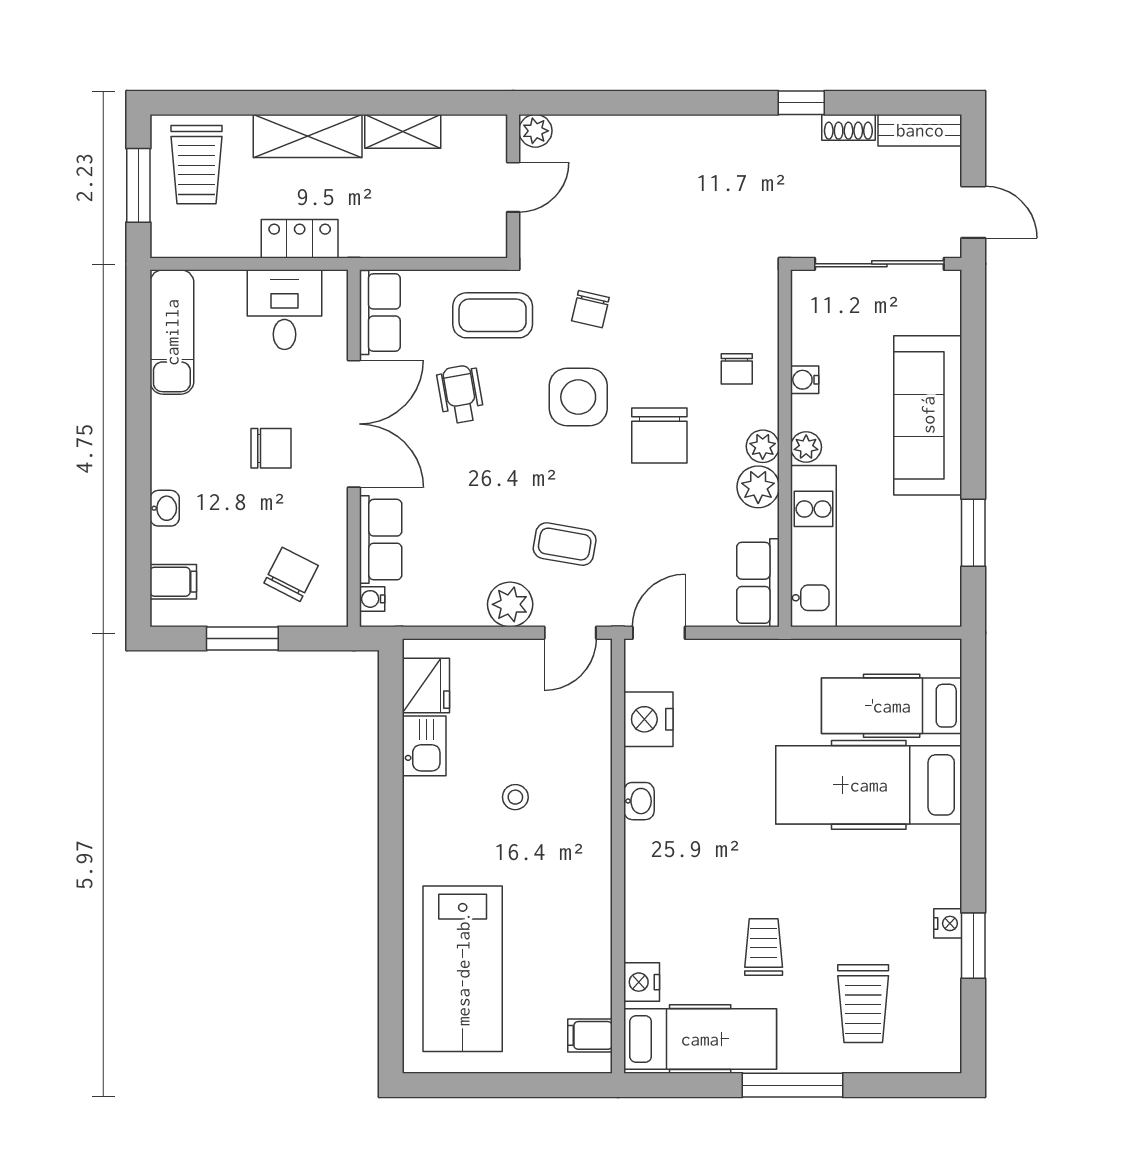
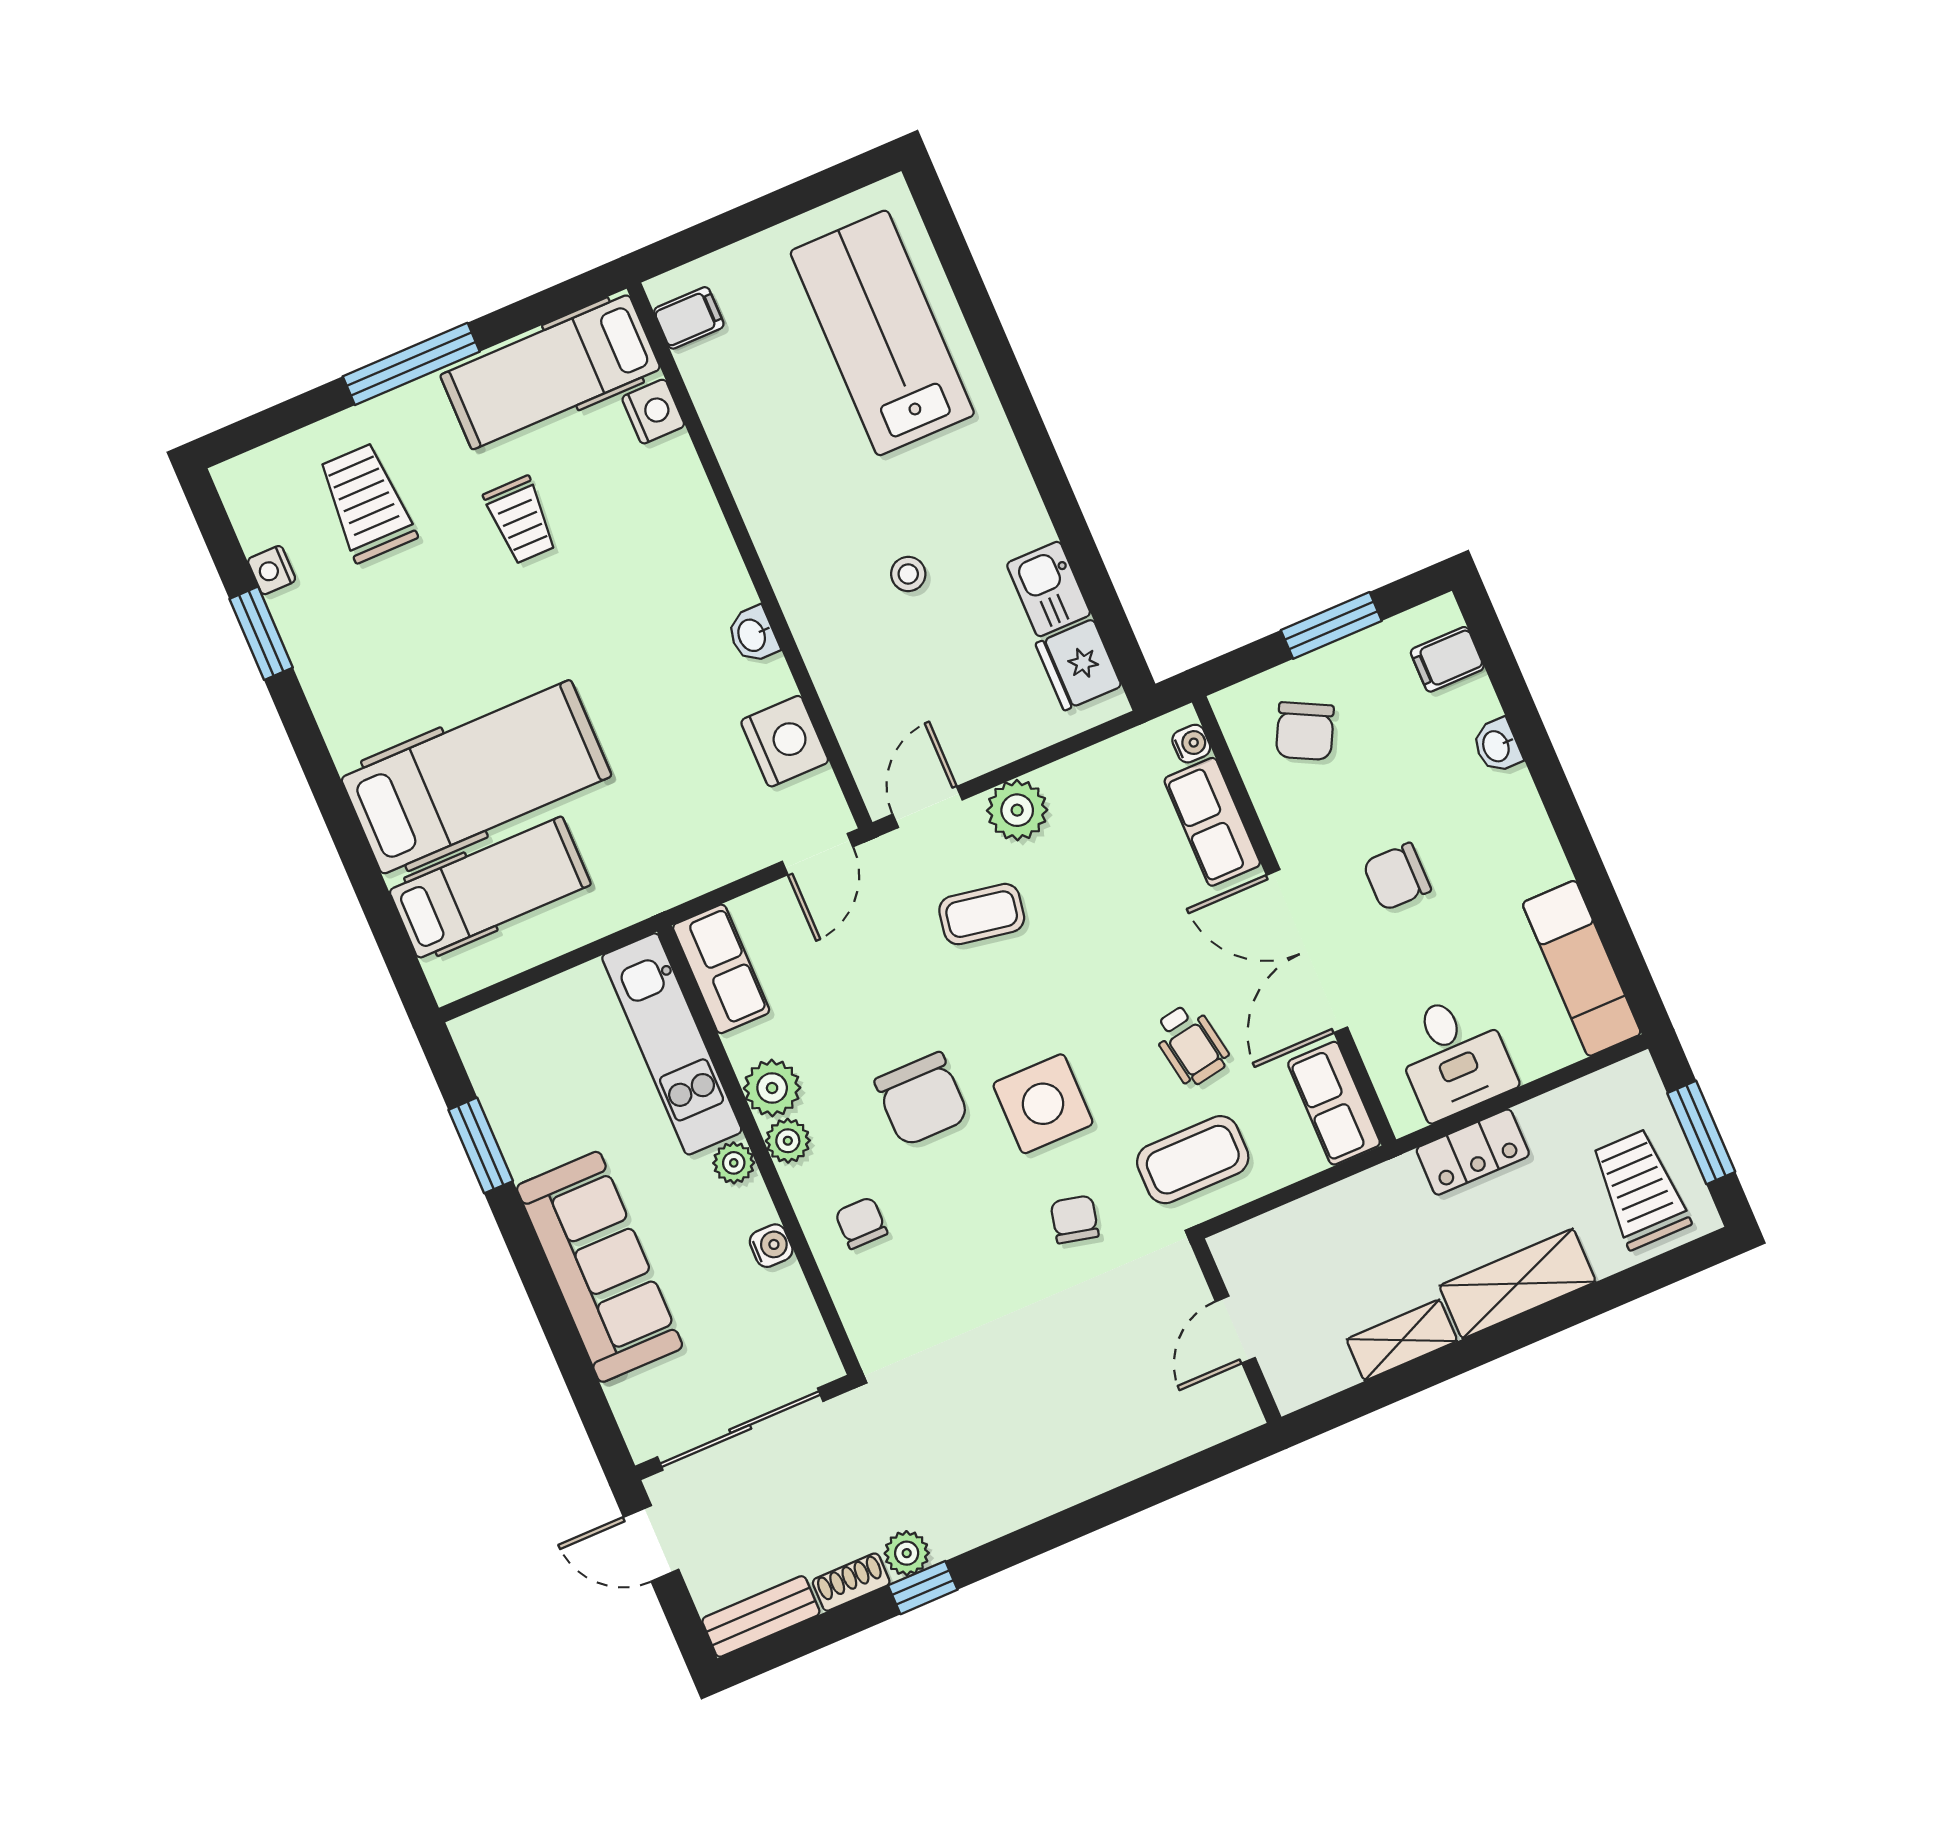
plant: (535, 131) -> (907, 1553), moved
chair: (659, 435) -> (922, 1099), turned 180
nightstand: (948, 923) -> (272, 570), moved

